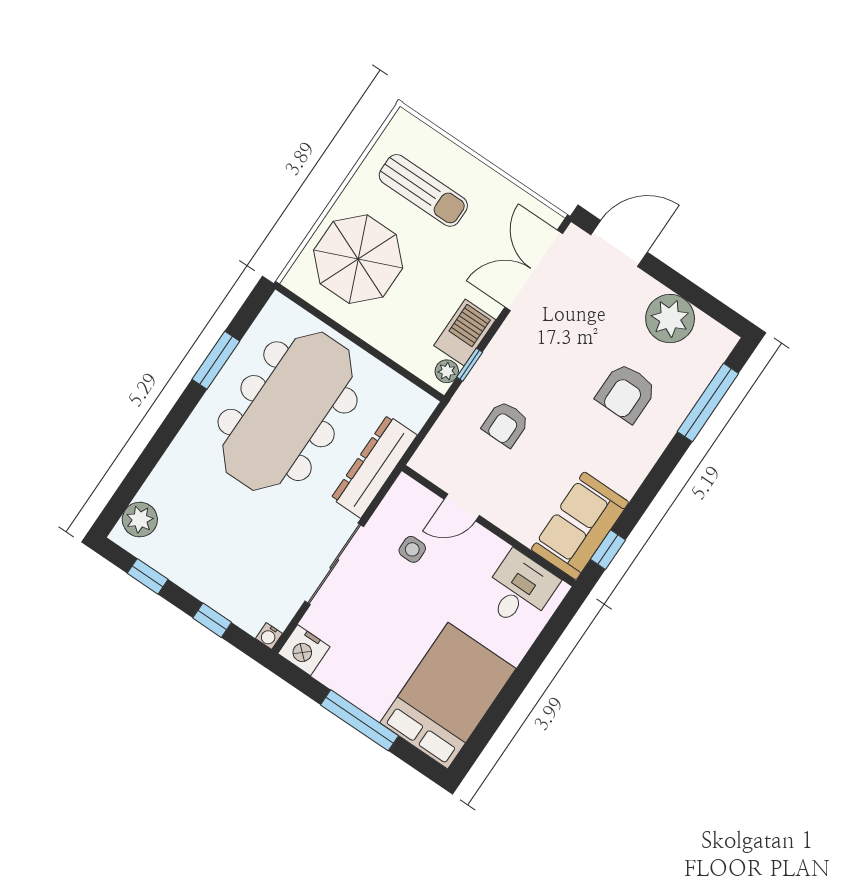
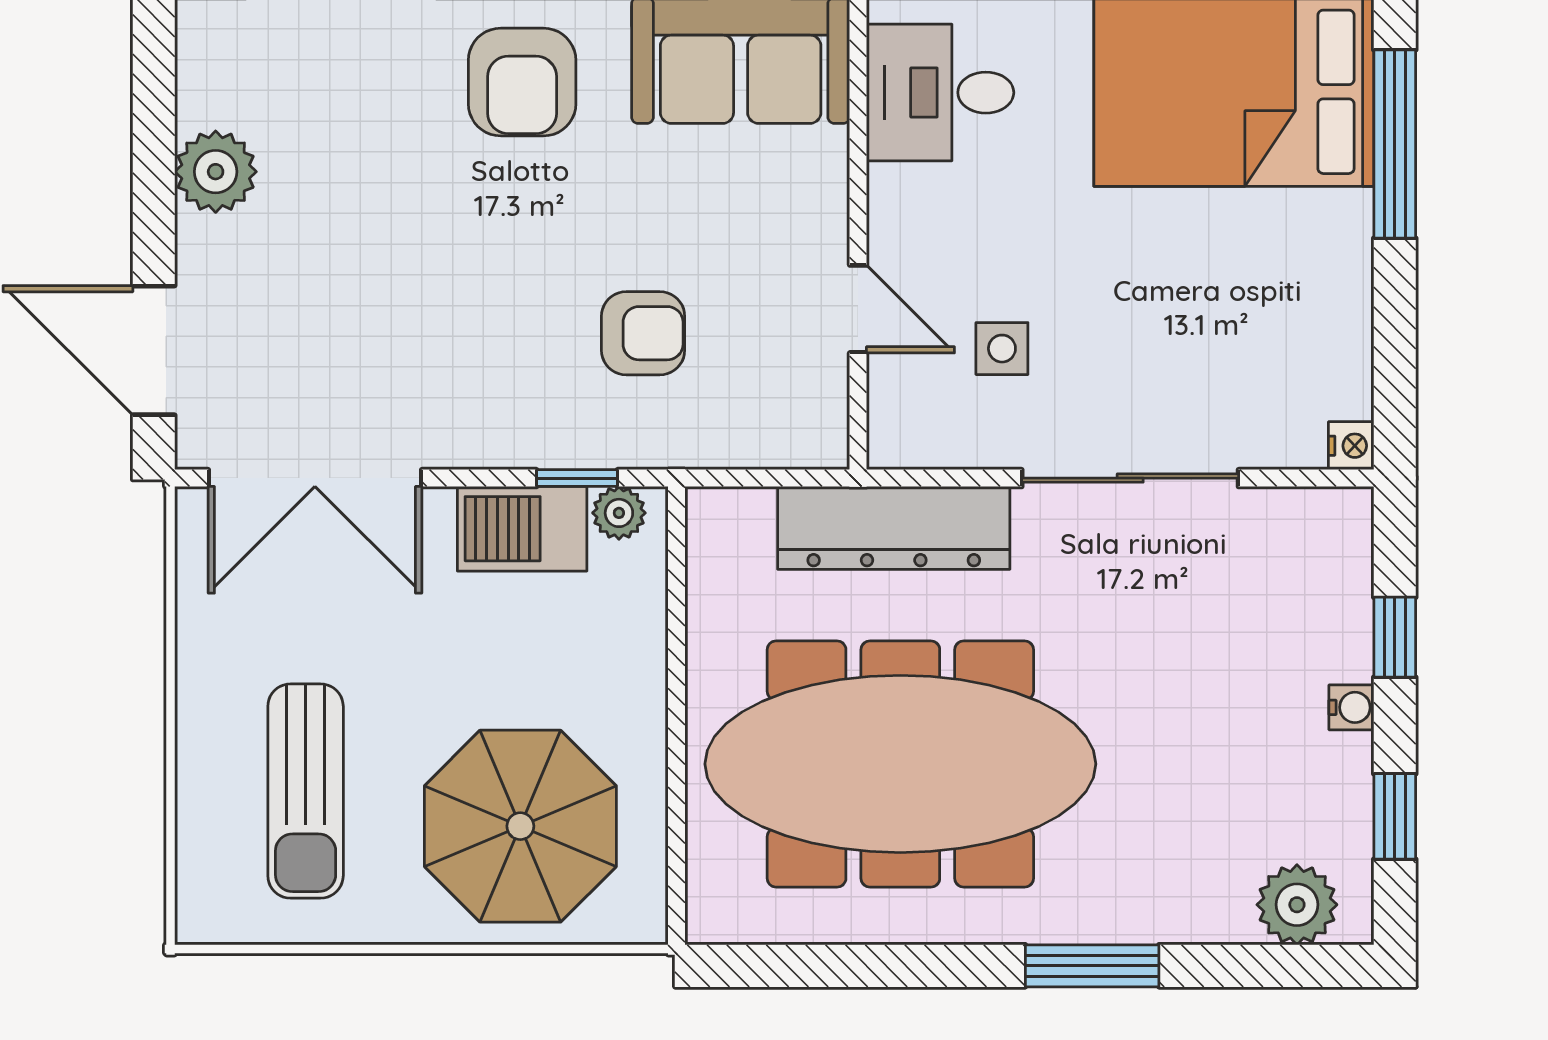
sun lounger: (423, 190) -> (306, 791), turned 180
plant: (670, 319) -> (216, 172), width x0.73, depth x0.73
window: (216, 360) -> (1092, 966), moved
armchair: (626, 393) -> (522, 82), moved, turned 90
water cooler: (269, 636) -> (1351, 707), moved
nightstand: (304, 650) -> (1351, 446), width x0.53, depth x0.56
window: (359, 720) -> (1395, 144), moved

